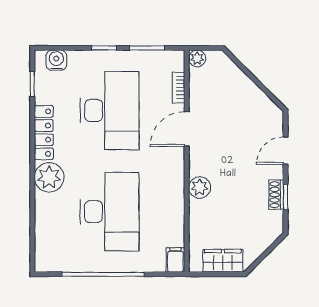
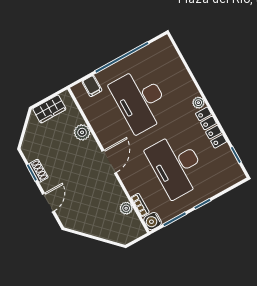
plant: (197, 58) -> (126, 208), moved
water cooler: (56, 60) -> (153, 221), moved, turned 90
door: (187, 129) -> (109, 162), moved
plant: (49, 177) -> (198, 103), width x0.53, depth x0.53
plant: (200, 187) -> (82, 132), moved
filing cabinet: (175, 260) -> (92, 86), moved

